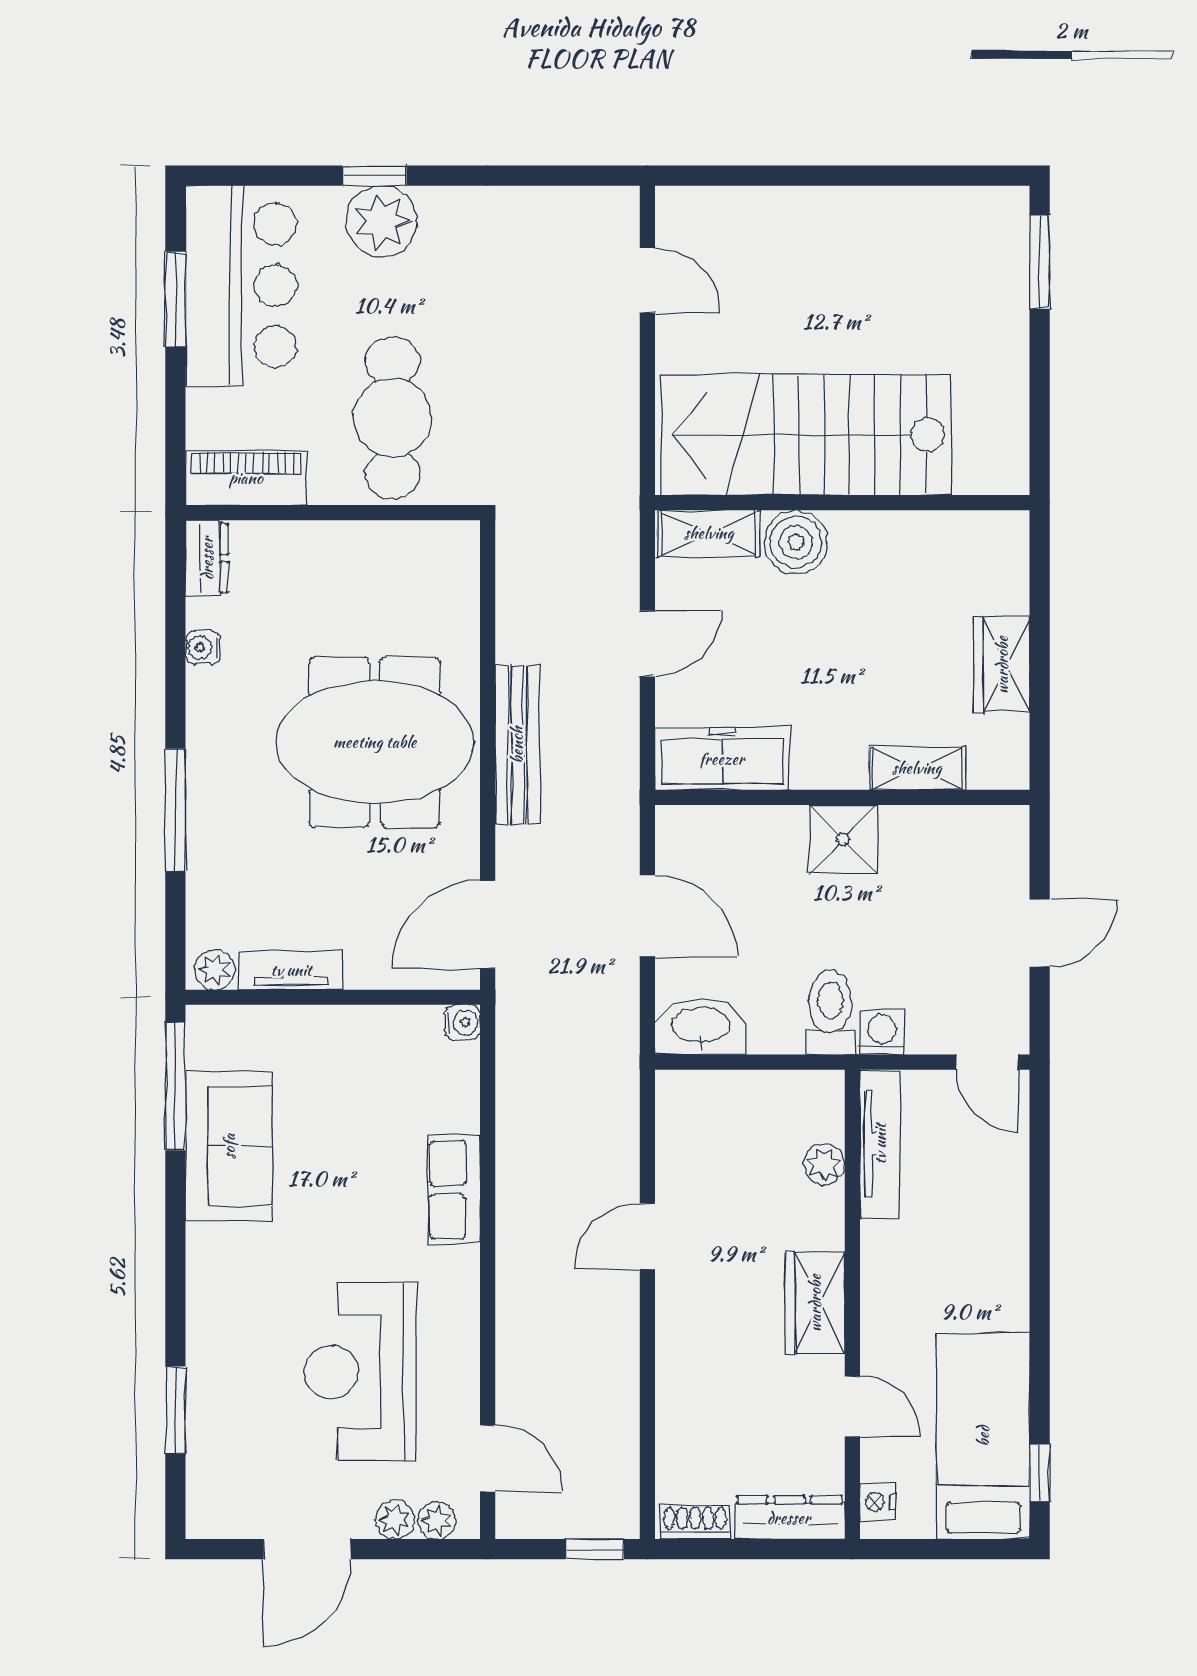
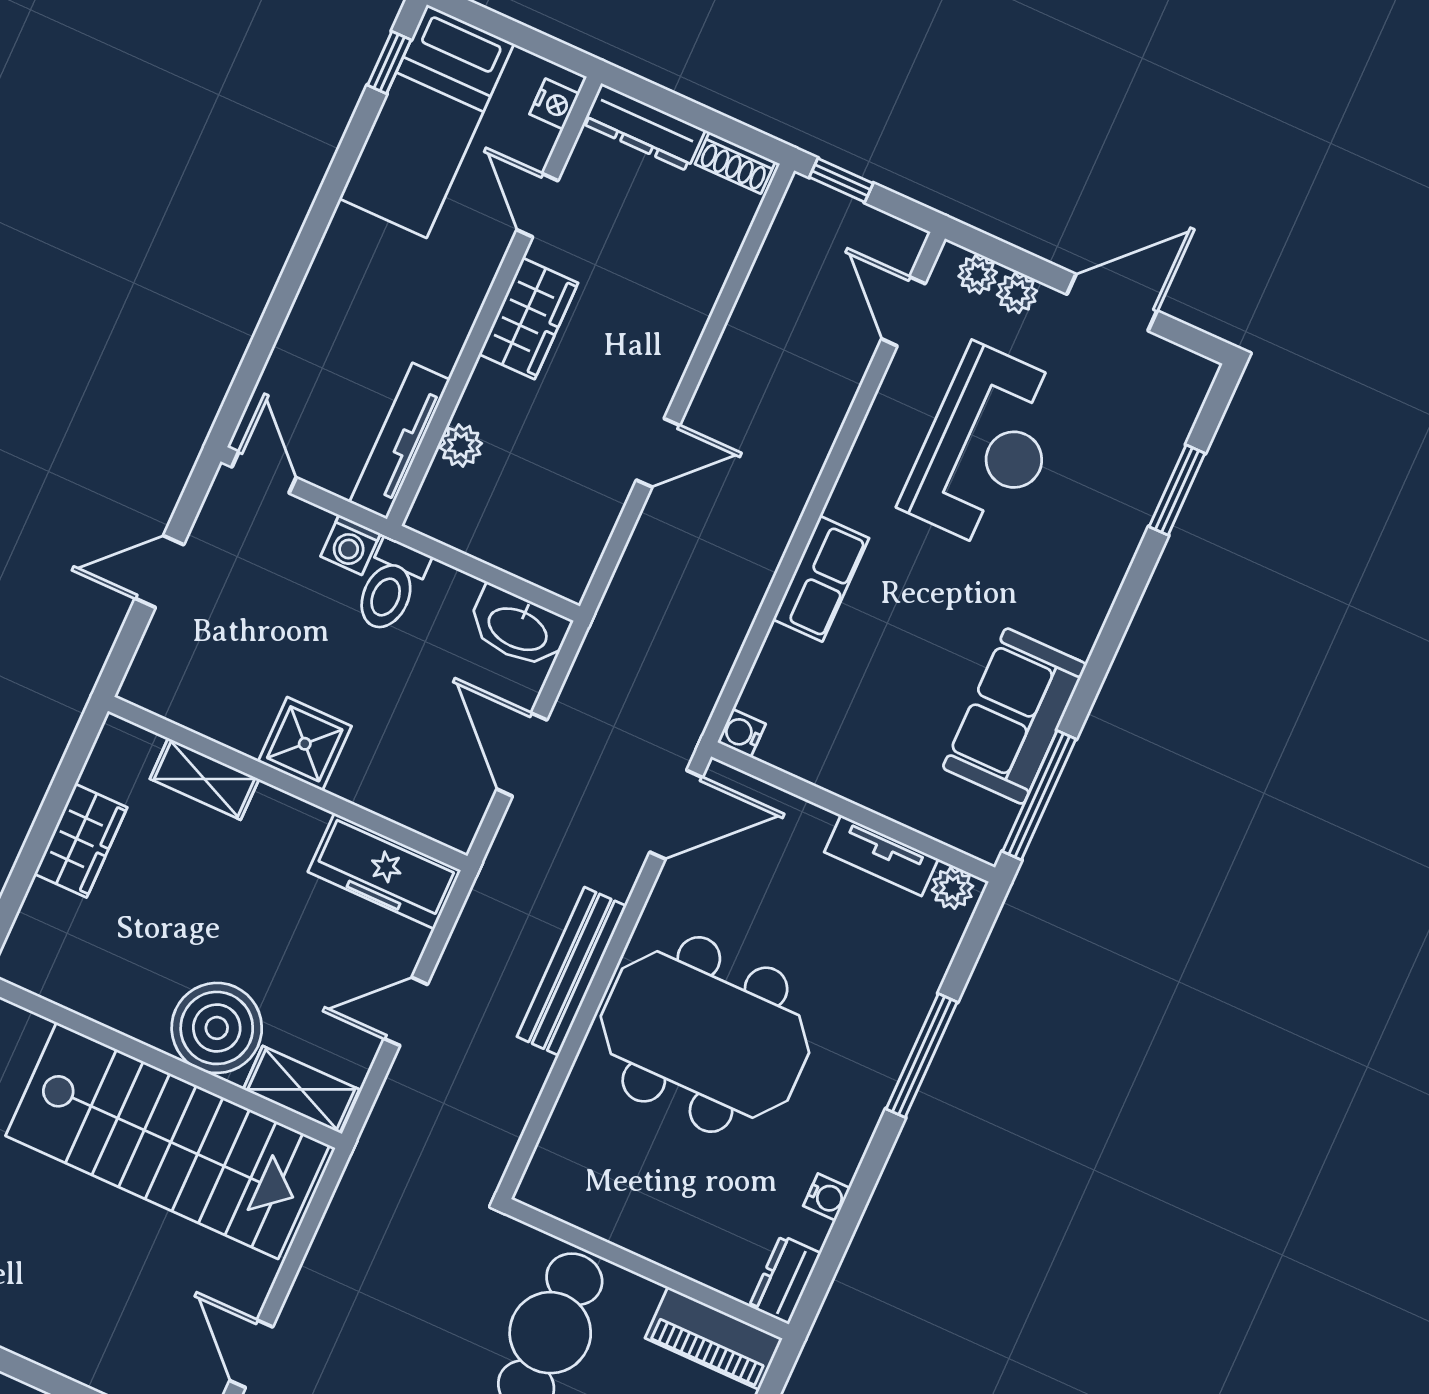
boiler: (796, 542) -> (217, 1028), width x1.37, depth x1.37

